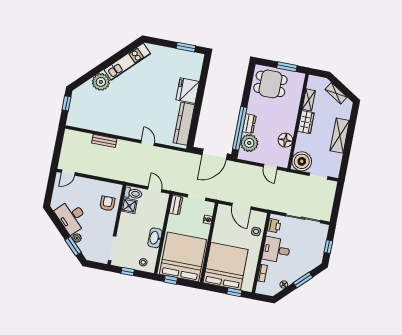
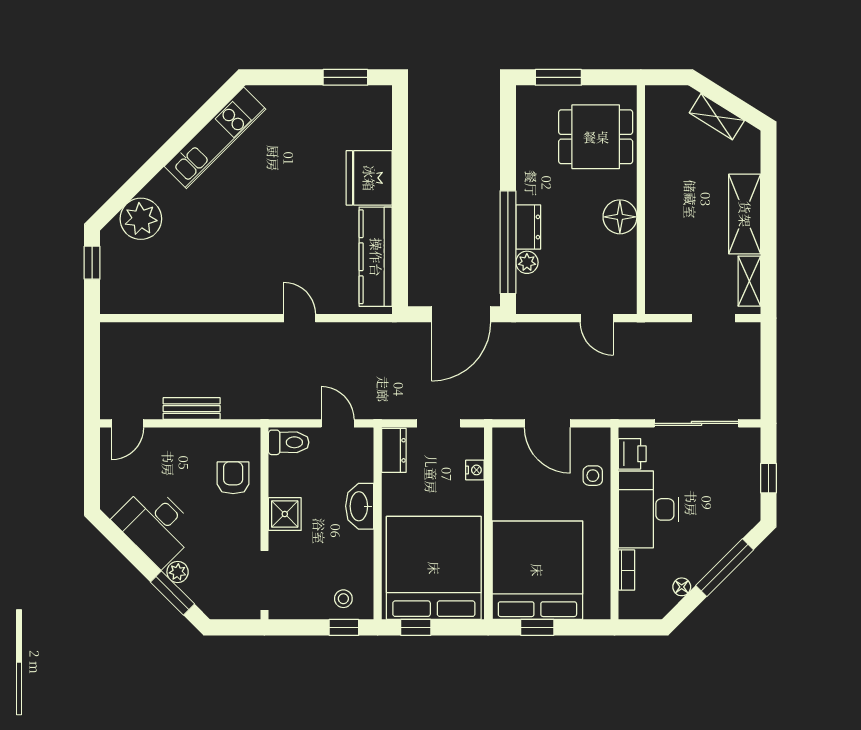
window: (287, 67) -> (558, 77), moved
plant: (101, 82) -> (141, 219), moved
dining table: (270, 84) -> (596, 137), moved
shelving: (309, 100) -> (749, 281), moved
wardrobe: (306, 122) -> (660, 198), removed
floor lamp: (285, 140) -> (620, 217), moved
bench: (104, 141) -> (192, 409), moved
plant: (249, 143) -> (527, 262), width x0.53, depth x0.53
boiler: (302, 161) -> (668, 291), removed
shower: (129, 206) -> (285, 514), moved
washbasin: (155, 238) -> (360, 506), moved
desk: (276, 250) -> (649, 509), width x1.37
window: (128, 271) -> (344, 627), moved
window: (303, 280) -> (725, 568), width x1.44
window: (234, 292) -> (537, 627), moved

